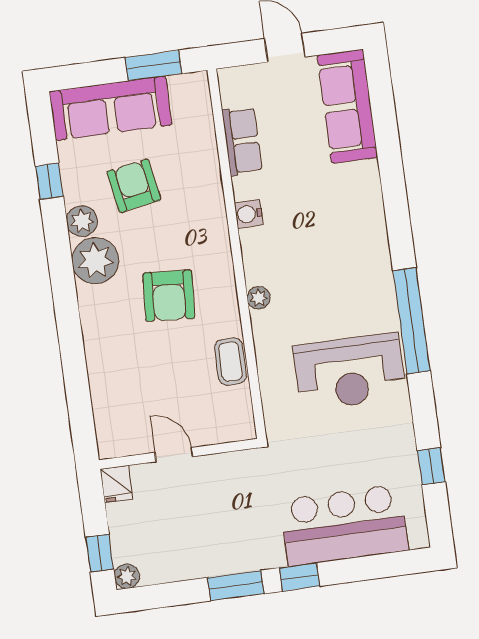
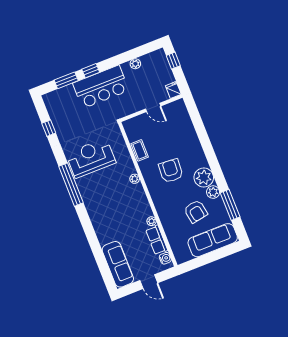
window: (153, 65) -> (200, 262), removed
window: (49, 181) -> (230, 205), width x2.17
plant: (243, 188) -> (152, 221), added
water cooler: (249, 214) -> (165, 258), moved
bar counter: (344, 525) -> (101, 87), moved
plant: (127, 576) -> (135, 64), moved
window: (236, 586) -> (66, 80), moved

